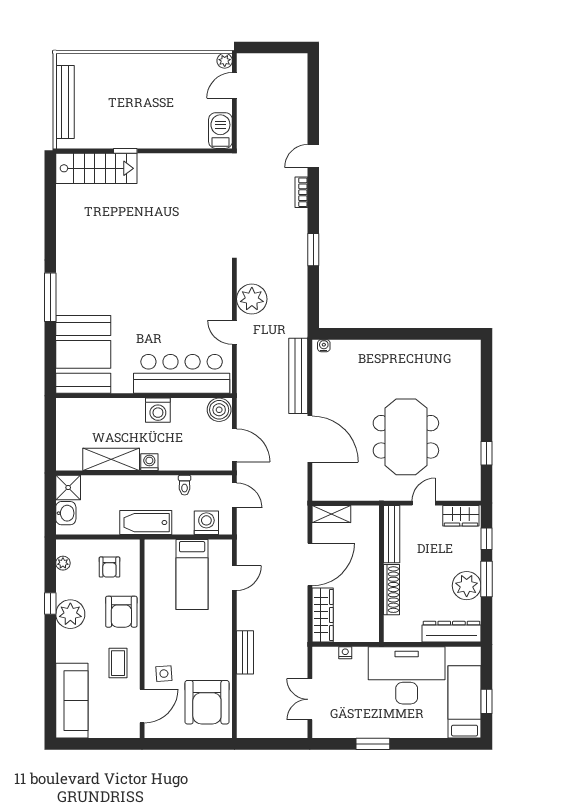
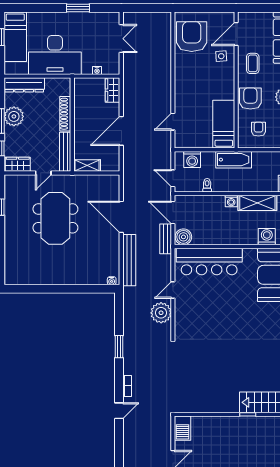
door: (234, 332) -> (173, 290), swing flipped
washing machine: (158, 410) -> (267, 237), moved
shelving: (331, 514) -> (87, 165), moved
bed: (192, 574) -> (224, 124), moved
wardrobe: (323, 615) -> (113, 90), width x0.67
bench: (245, 652) -> (166, 239), moved

